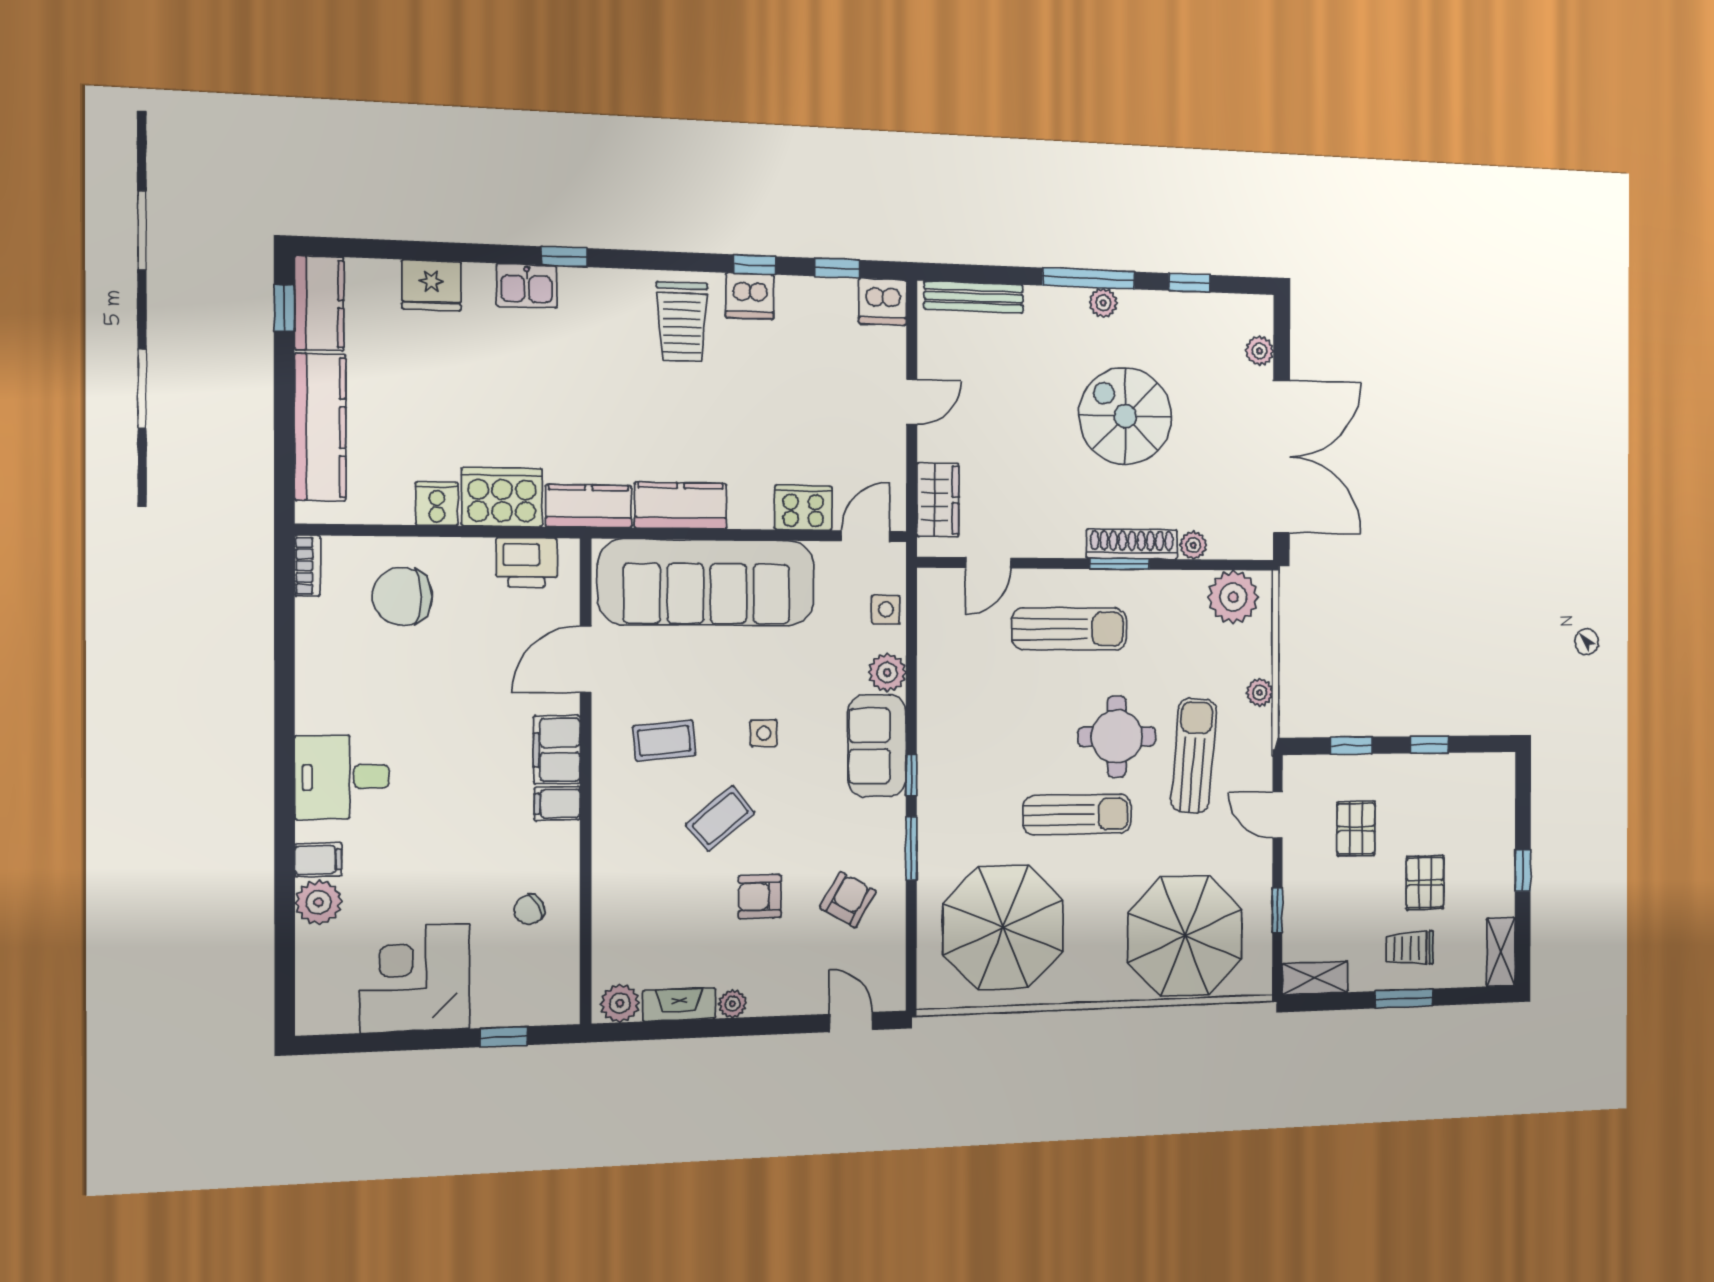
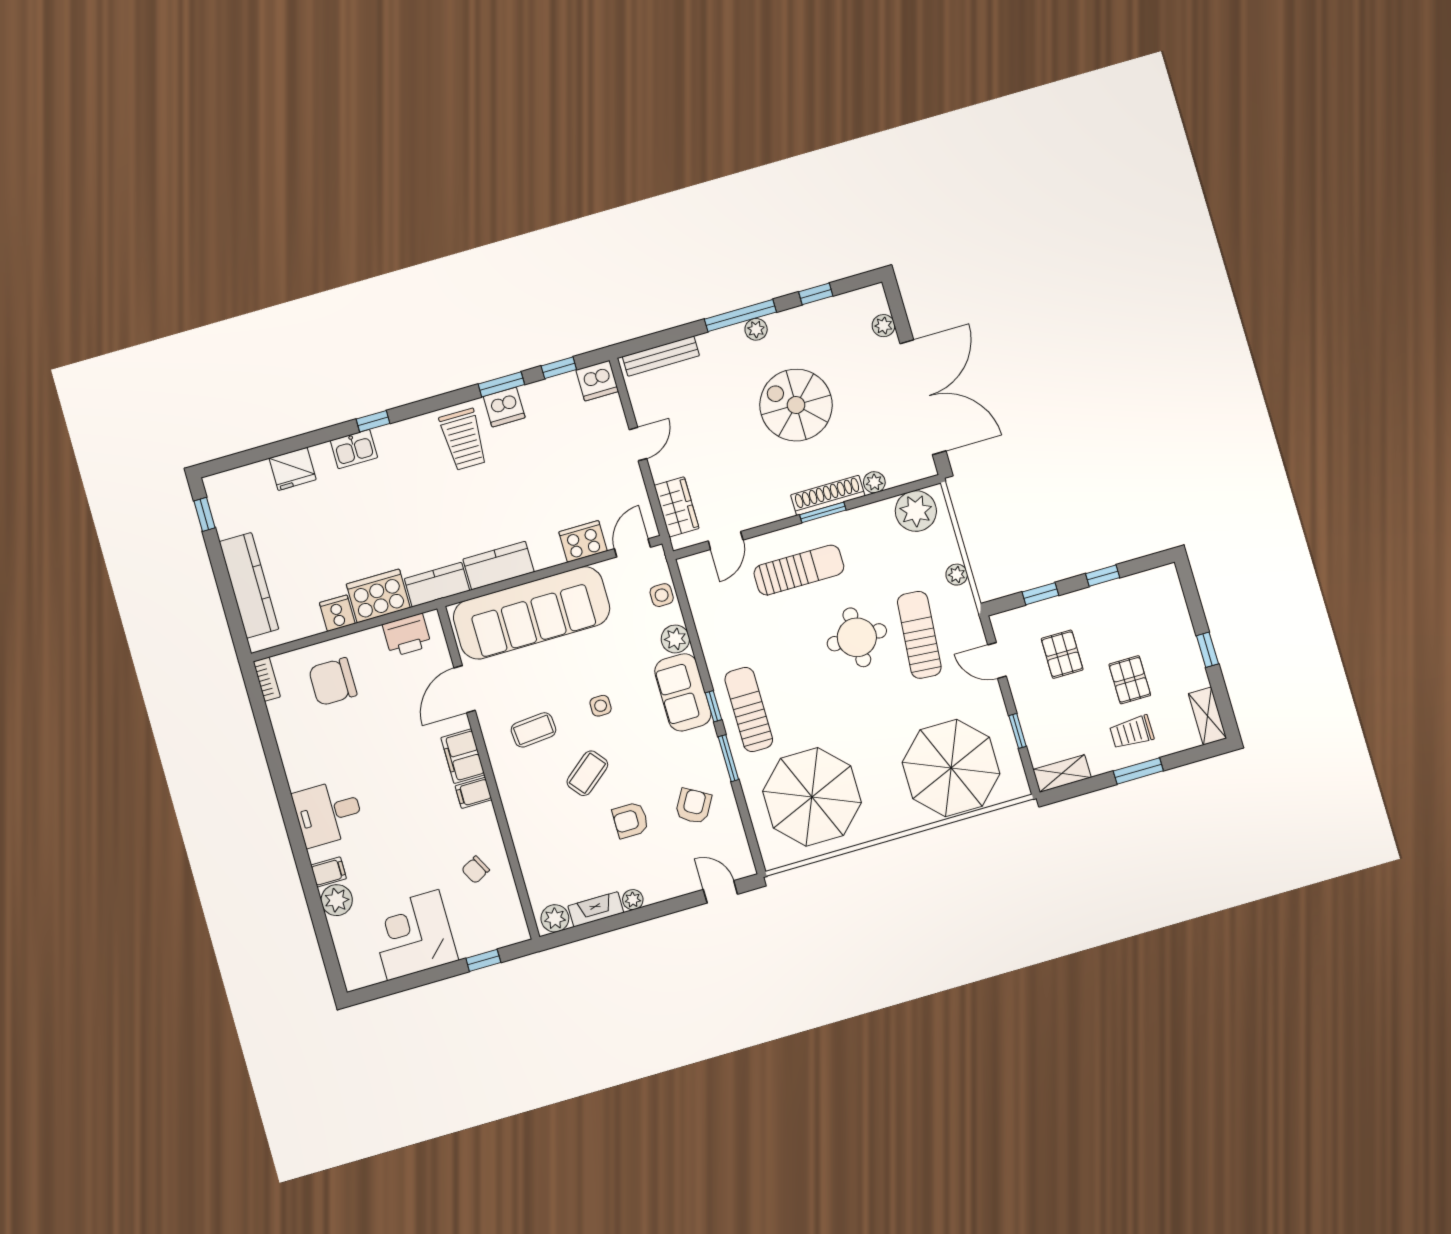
window: (755, 265) -> (501, 384), width x1.50
kitchen counter: (319, 303) -> (225, 504), removed
sun lounger: (1077, 815) -> (749, 709), moved, turned -90

